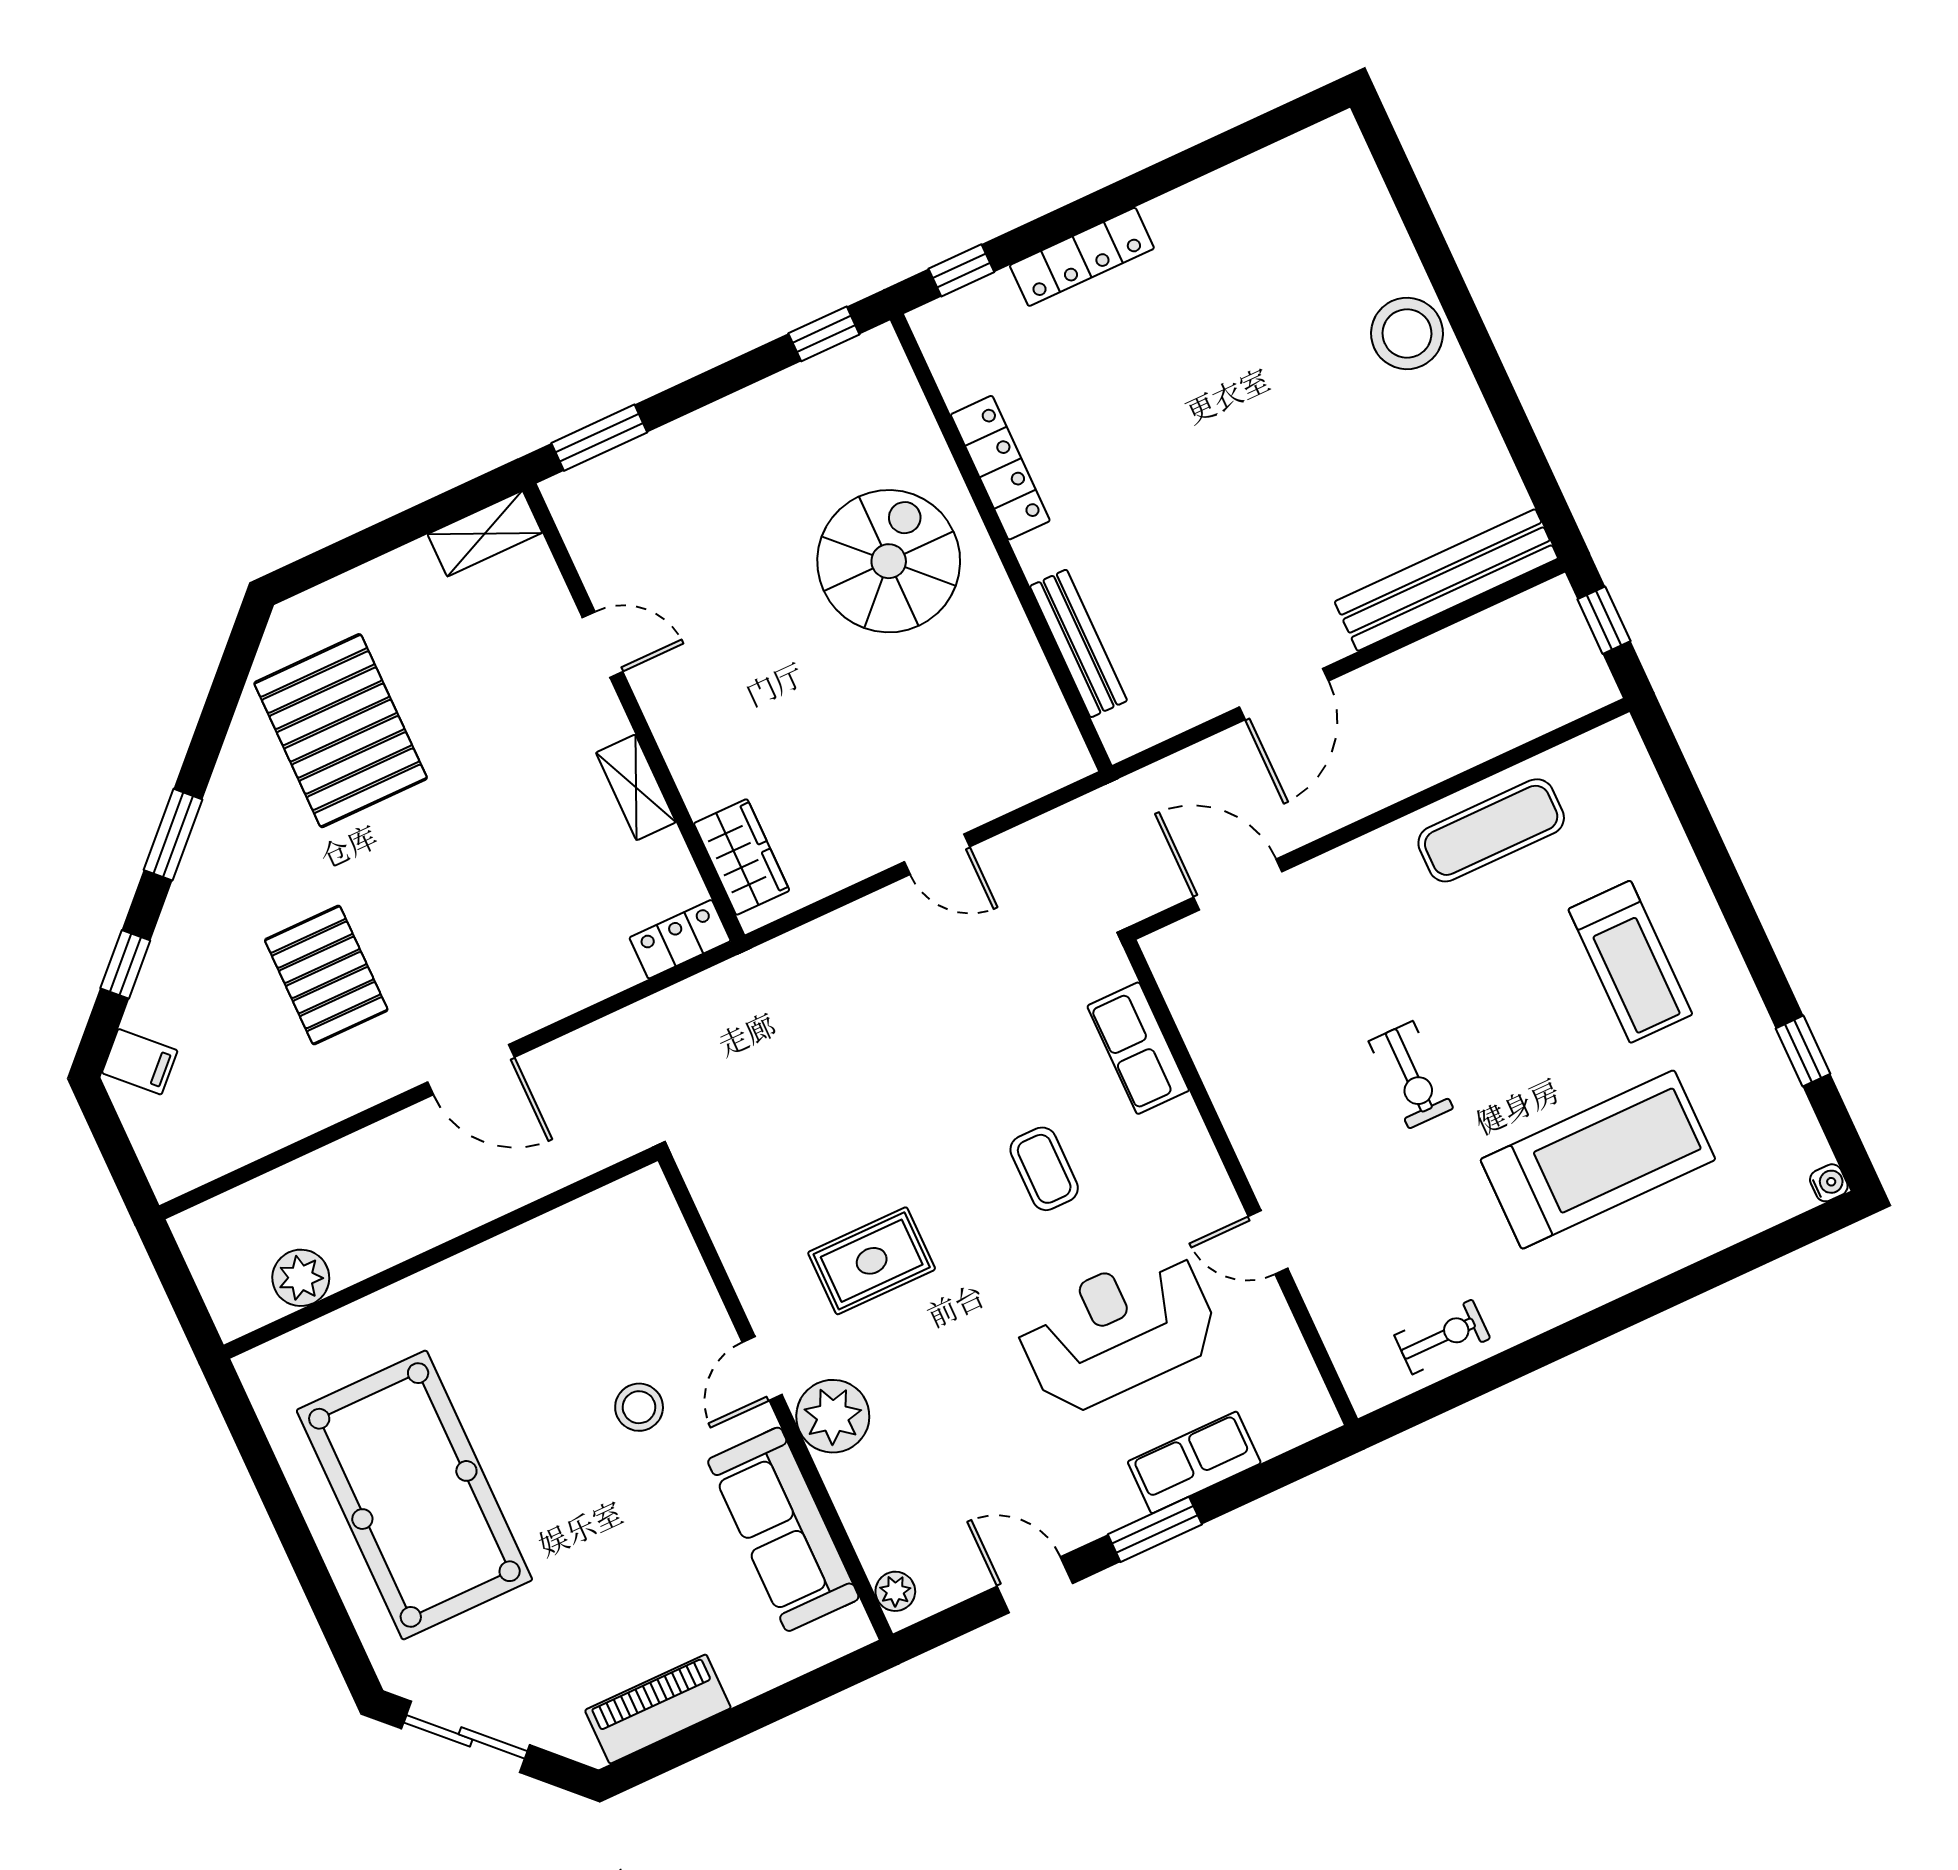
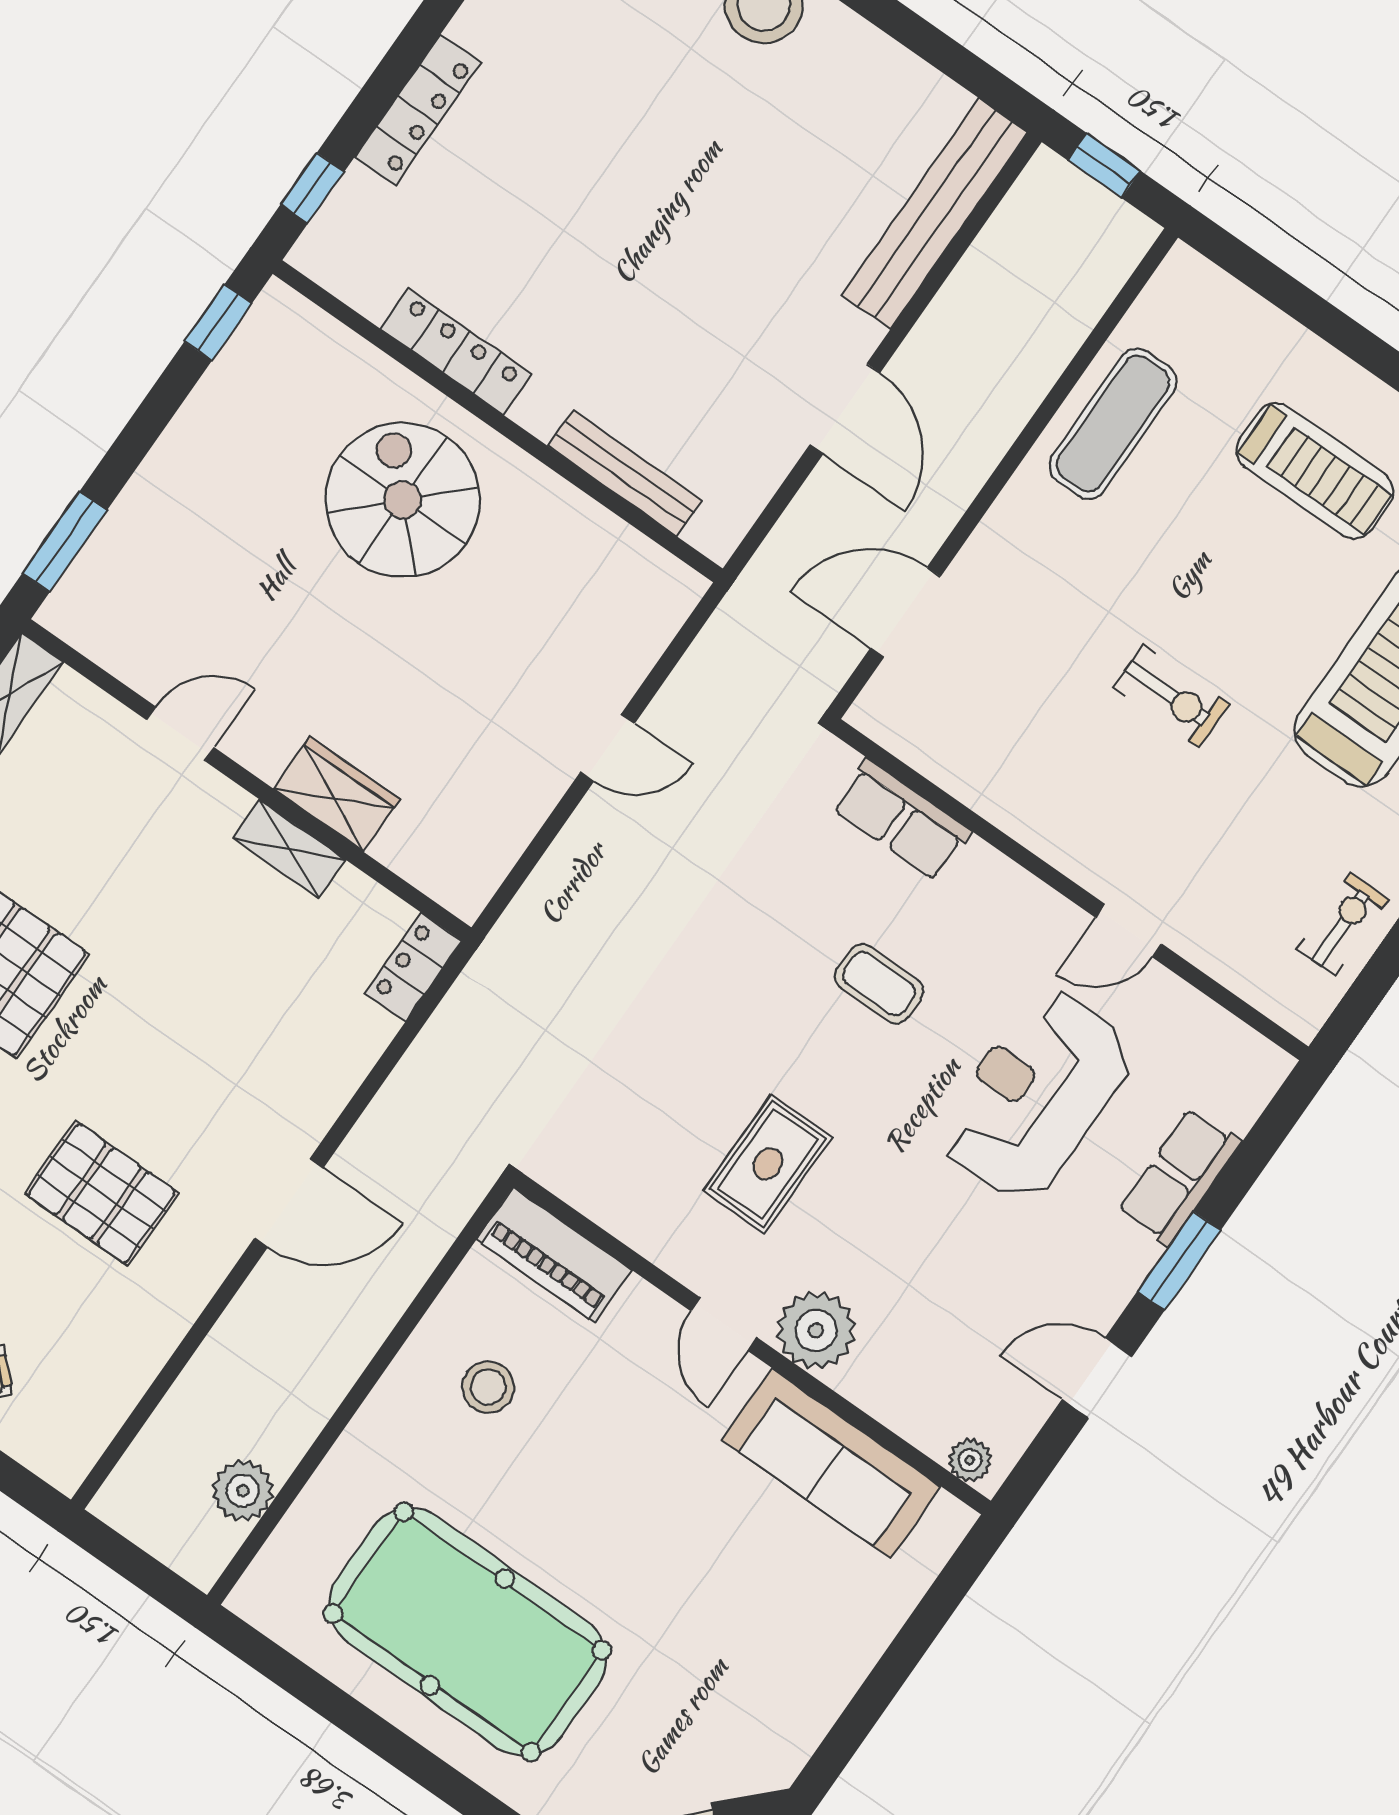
wardrobe: (742, 857) -> (337, 794), moved
stool: (639, 1407) -> (488, 1387), moved
piano: (658, 1709) -> (554, 1255), moved, turned -90

